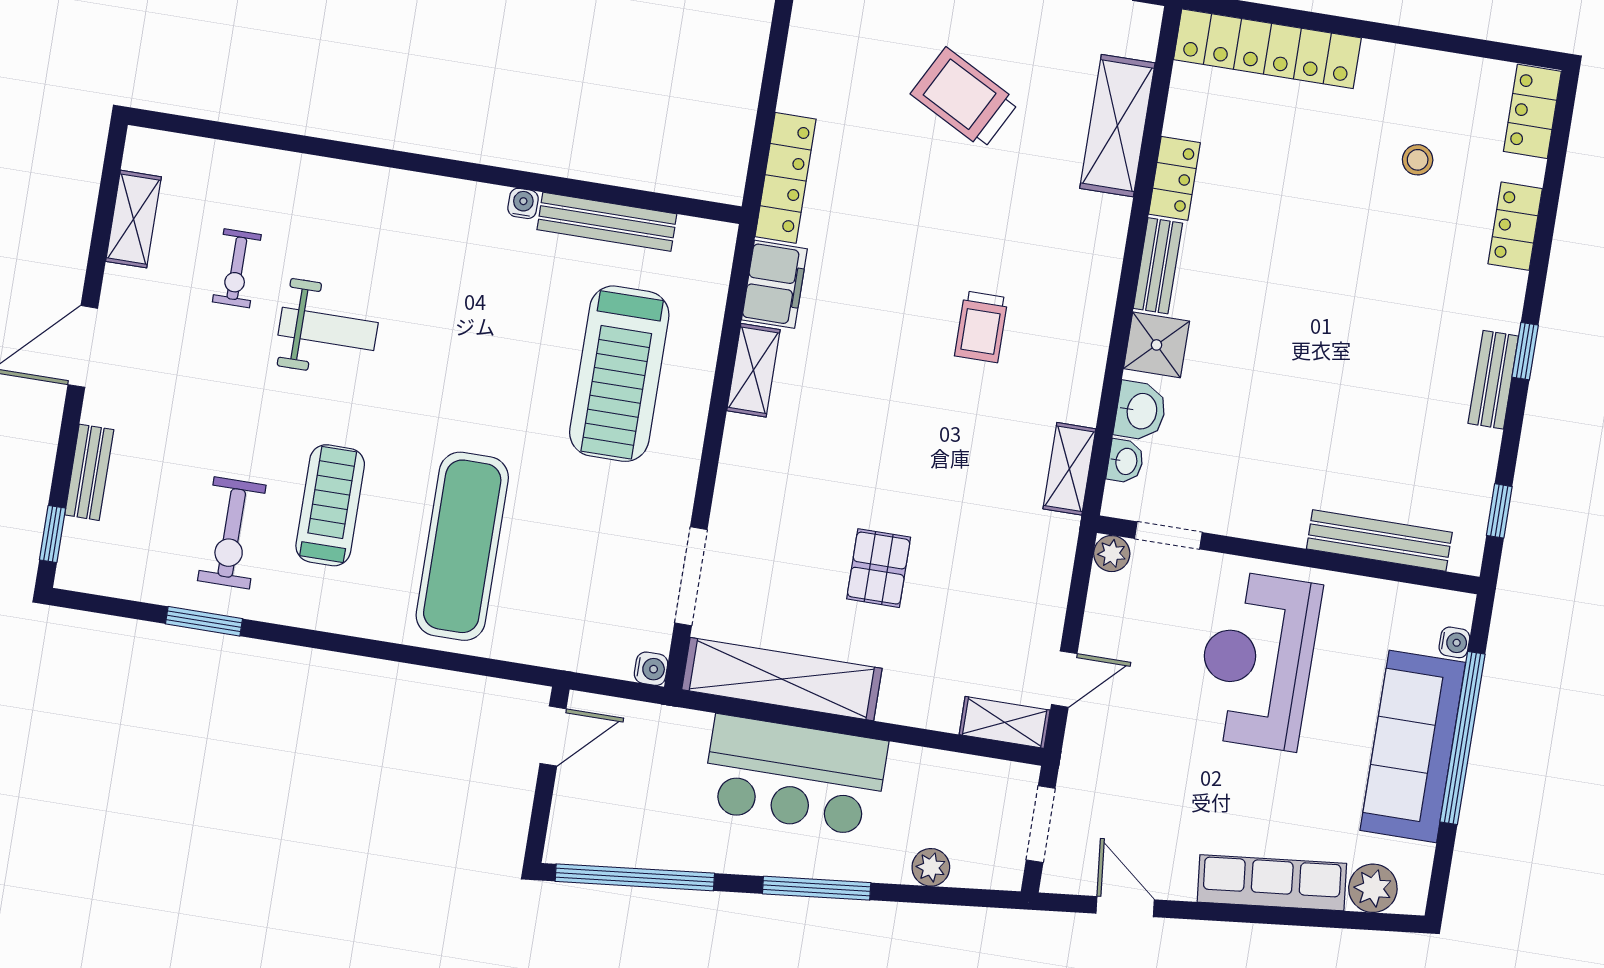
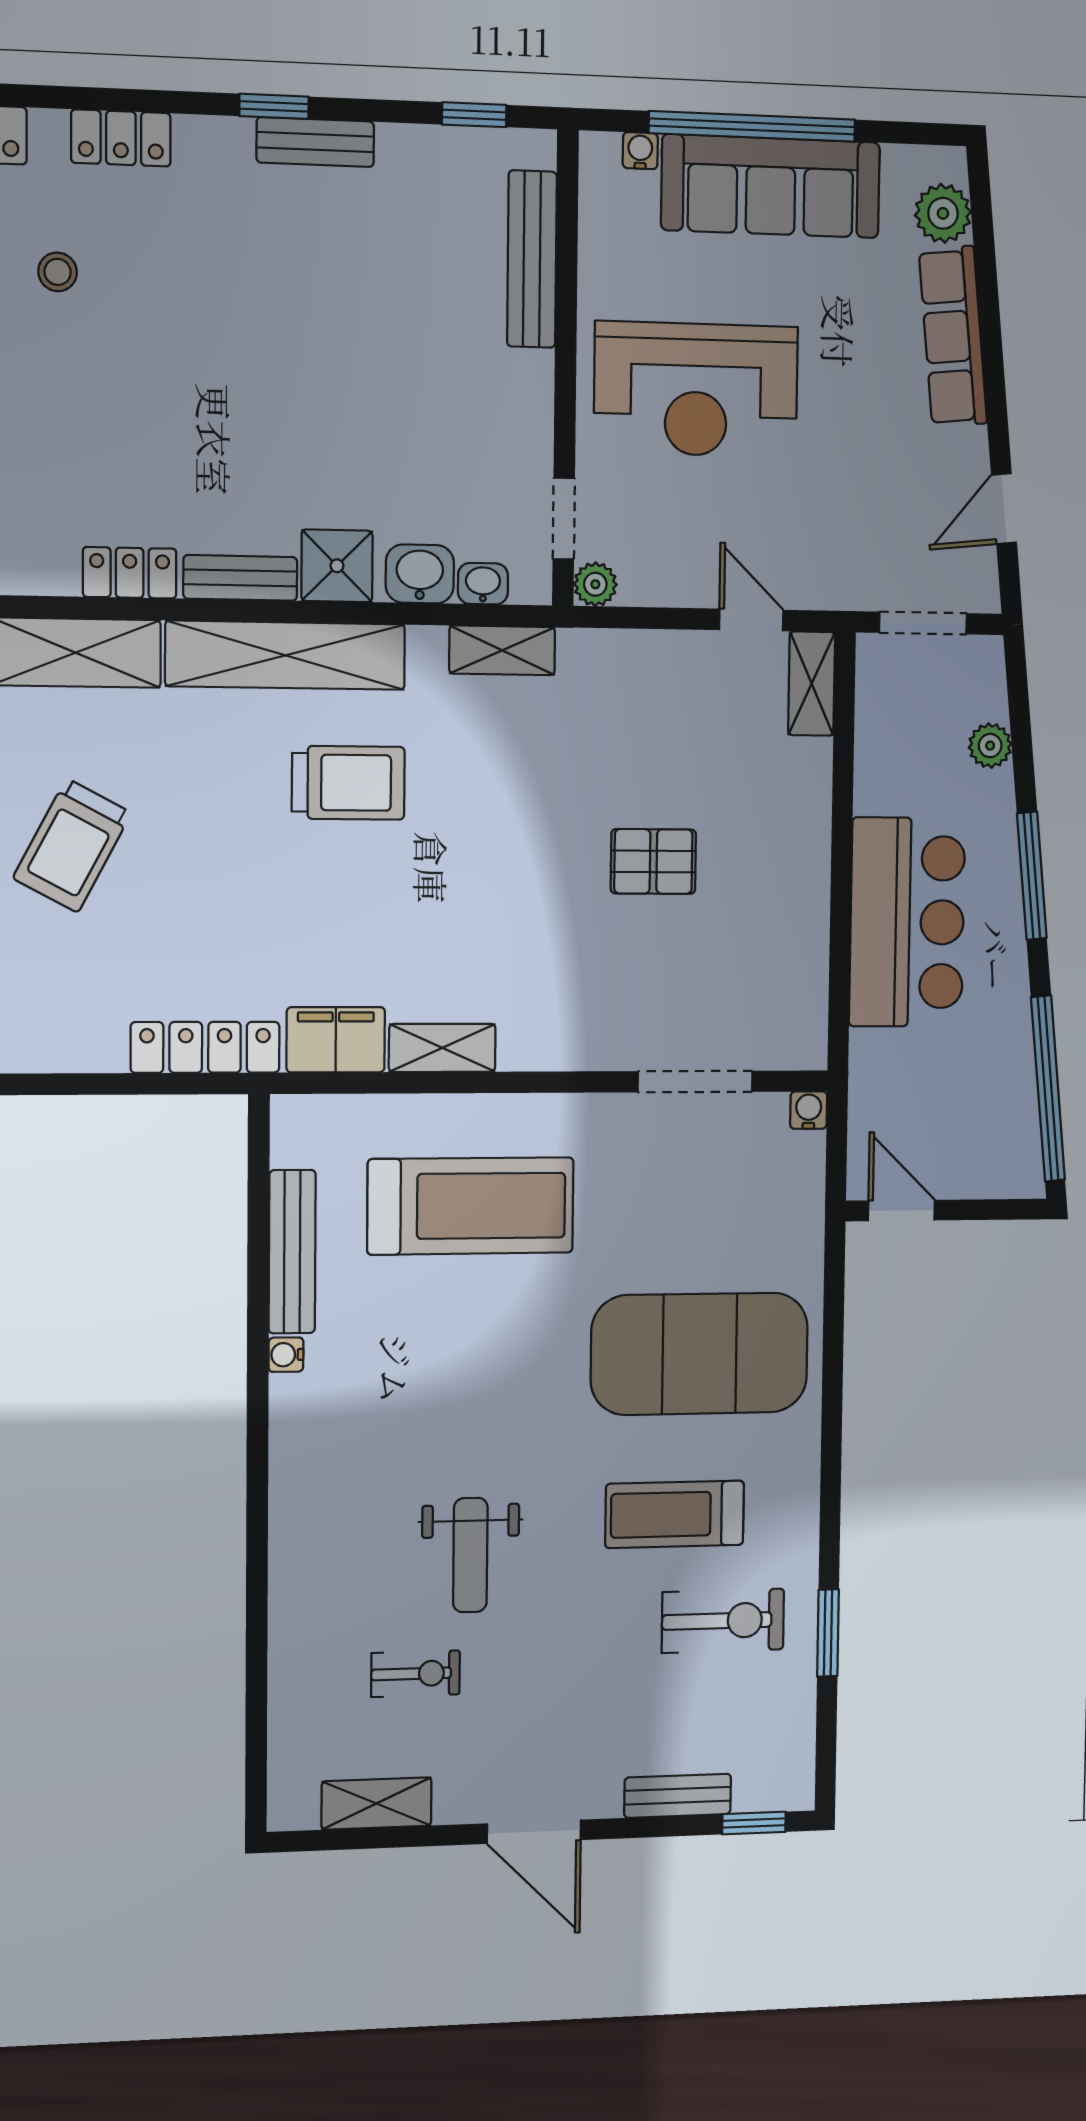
trolley: (981, 327) -> (348, 783), width x1.36, depth x1.39
weight bench: (328, 329) -> (470, 1555), turned 180
exercise mat: (462, 546) -> (700, 1354), width x1.47
shelving: (782, 679) -> (285, 655), moved, turned 90

